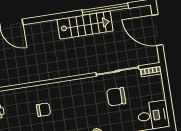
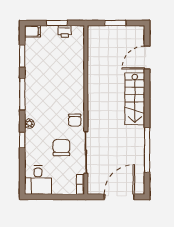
stairs: (85, 25) -> (135, 99), moved
chair: (43, 110) -> (75, 120), moved

